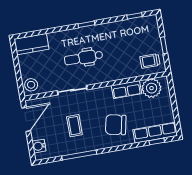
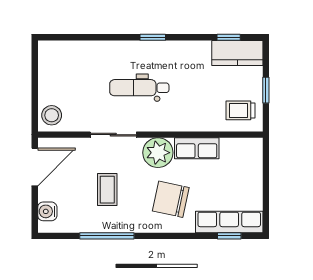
kitchen counter: (32, 44) -> (237, 53), moved
plant: (152, 88) -> (158, 153), moved

